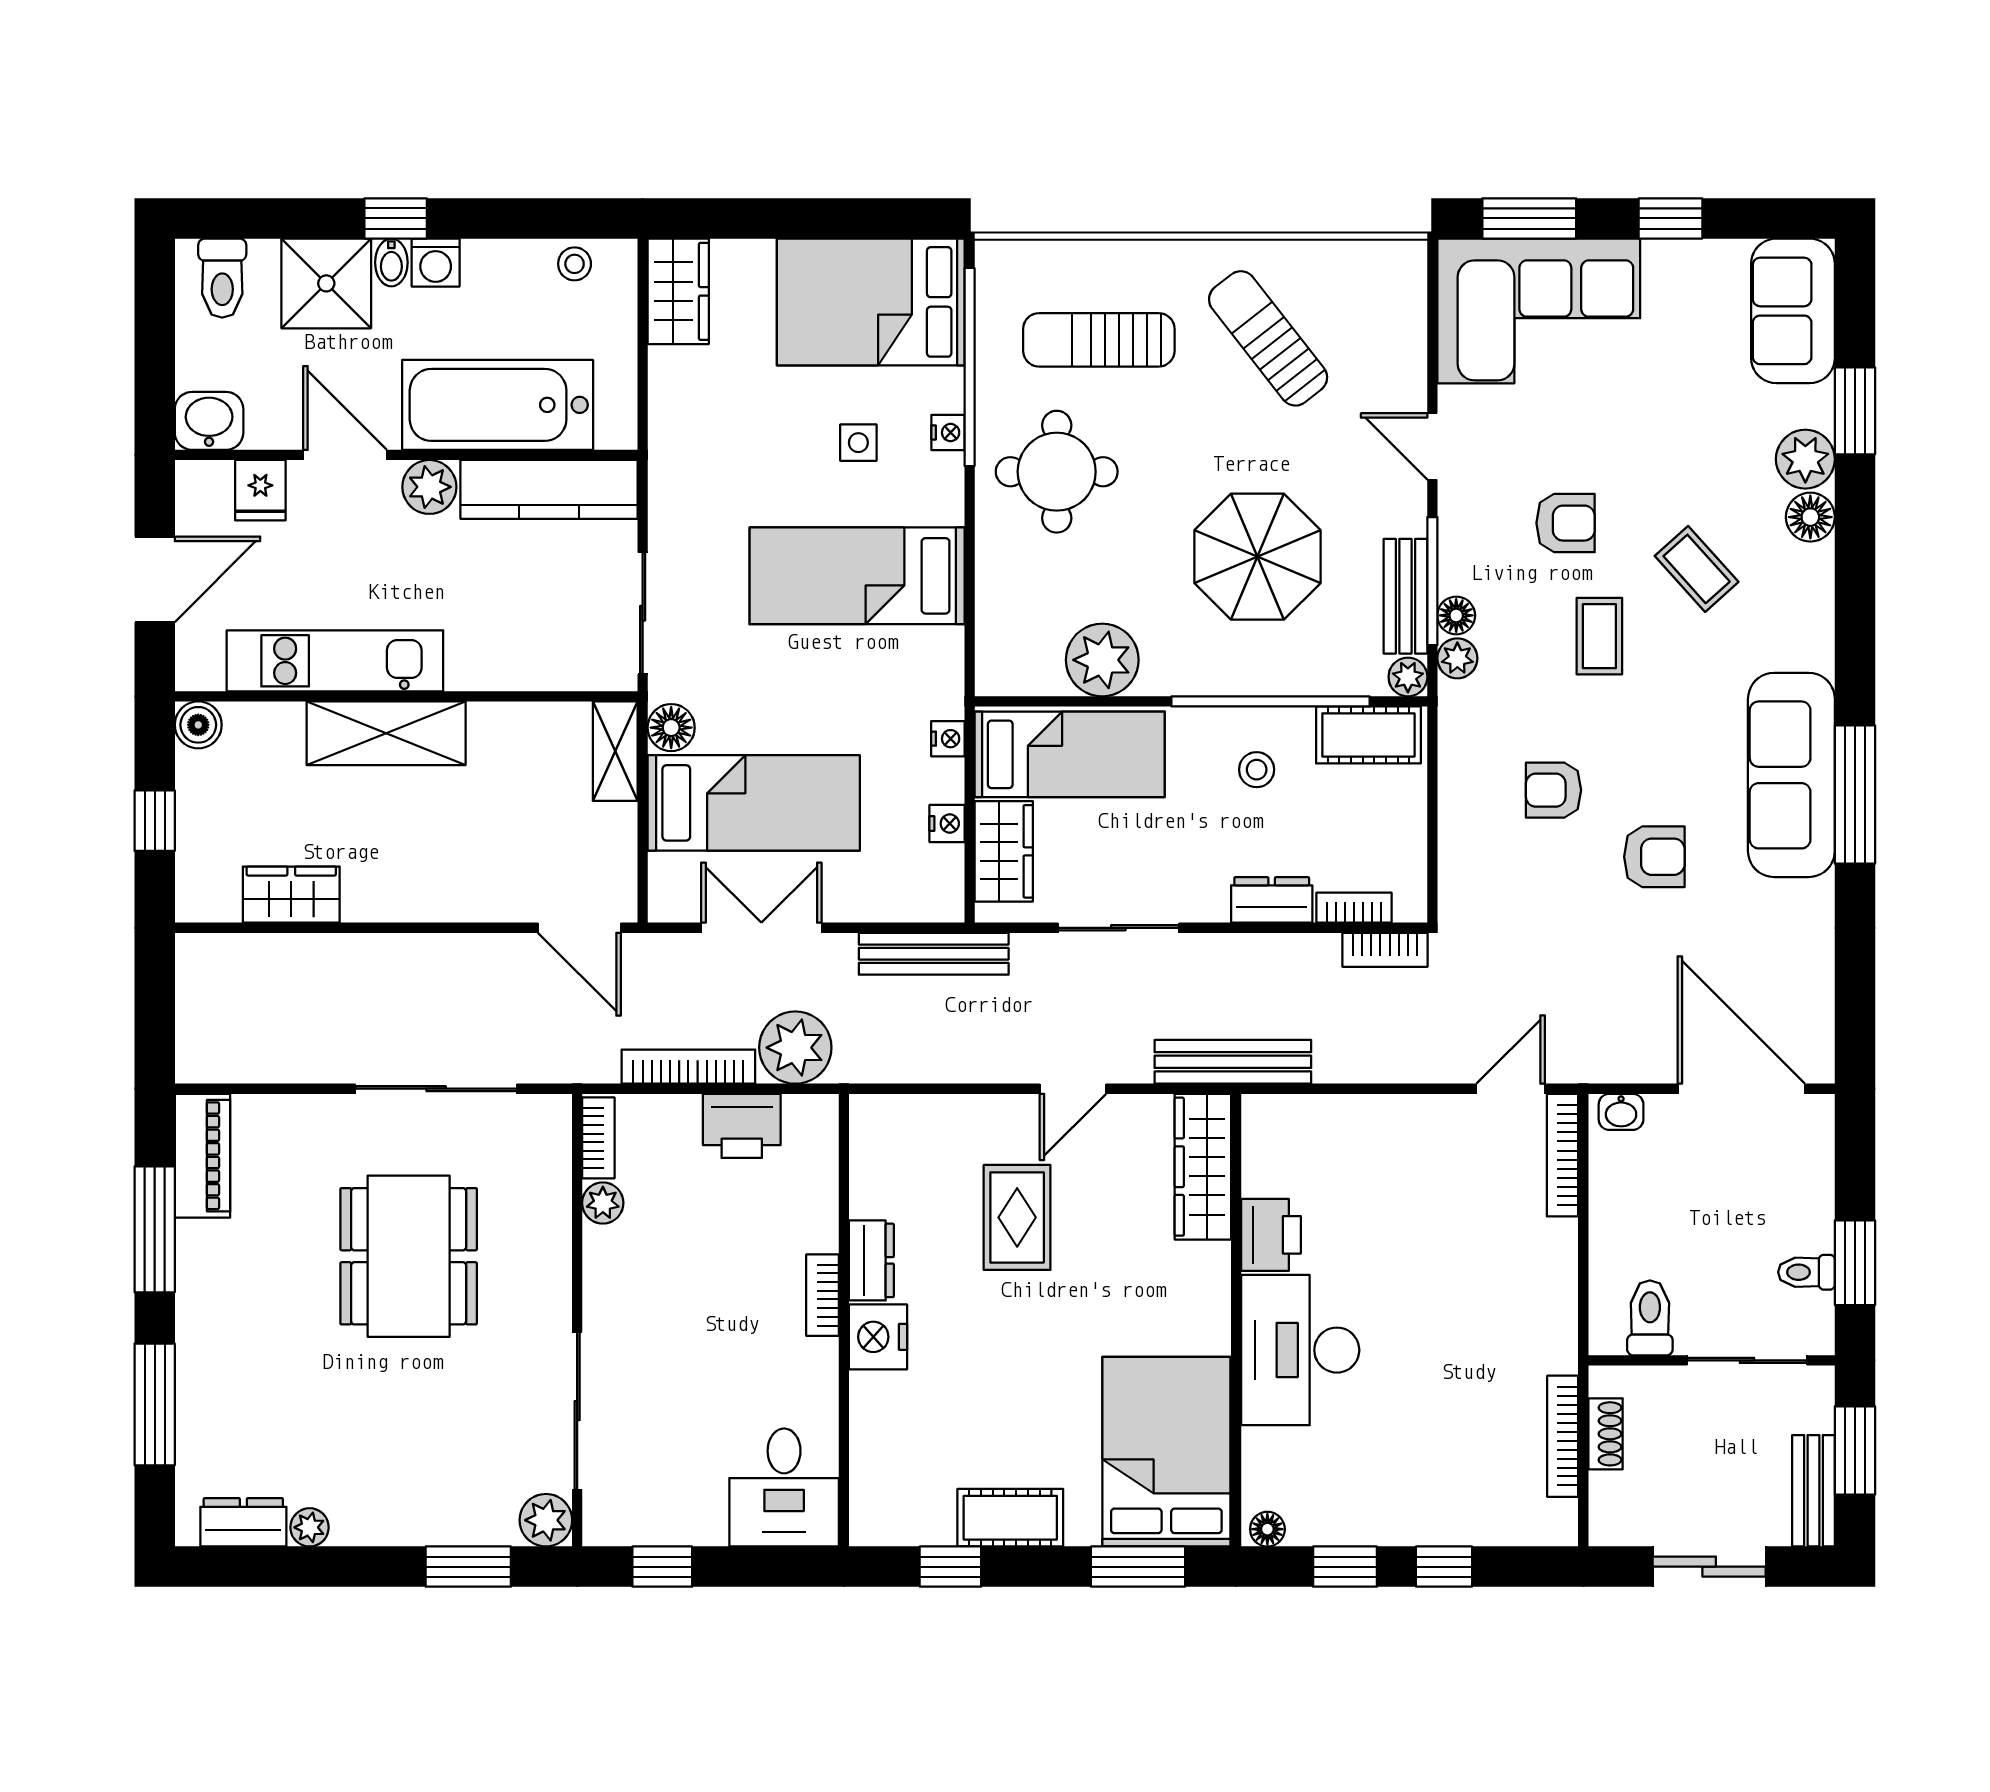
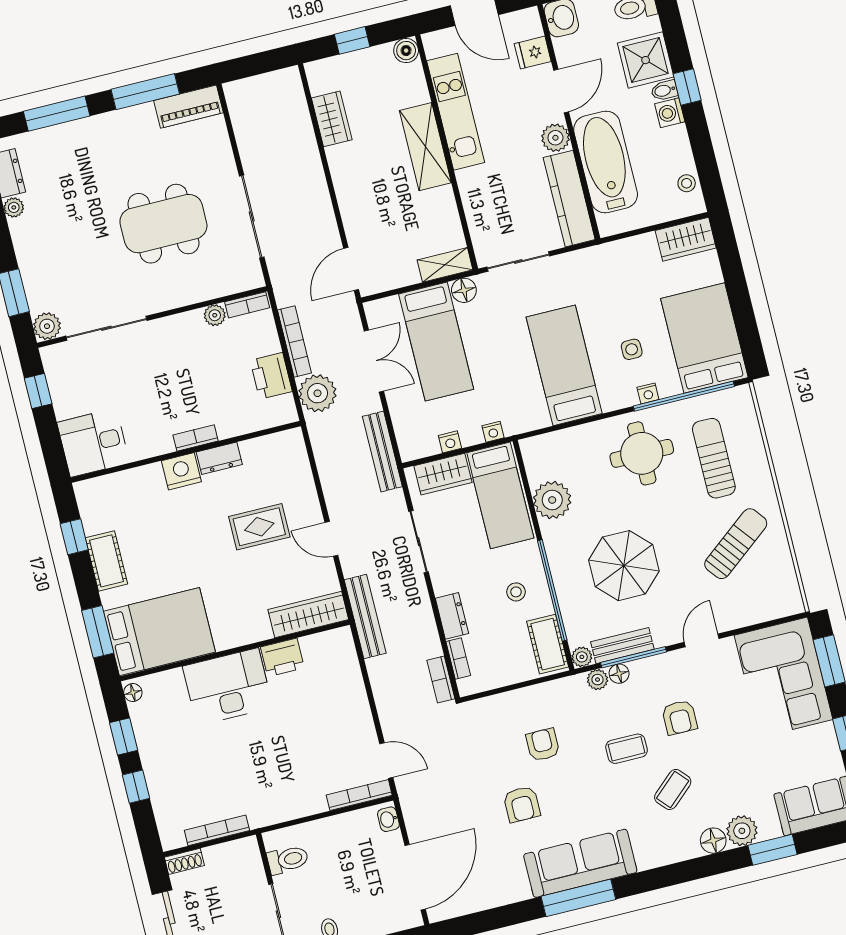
shoe rack: (1606, 1434) -> (184, 861), moved

